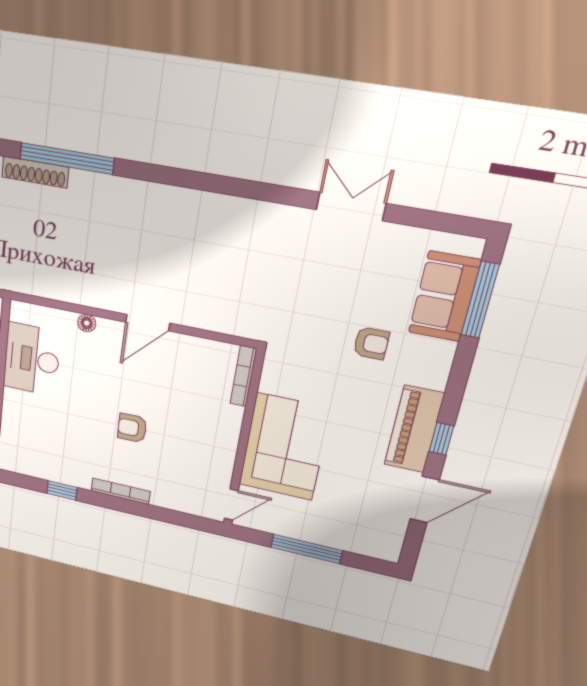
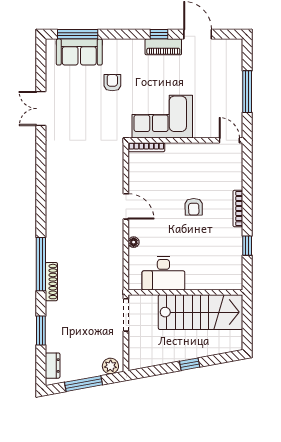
piano: (414, 429) -> (163, 47), width x0.73, depth x0.75
corner sofa: (284, 447) -> (162, 117), moved

